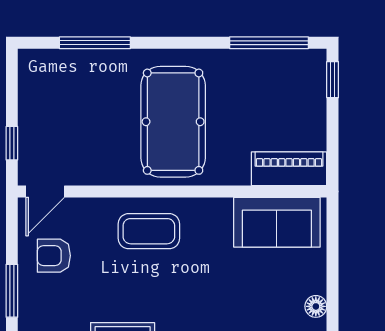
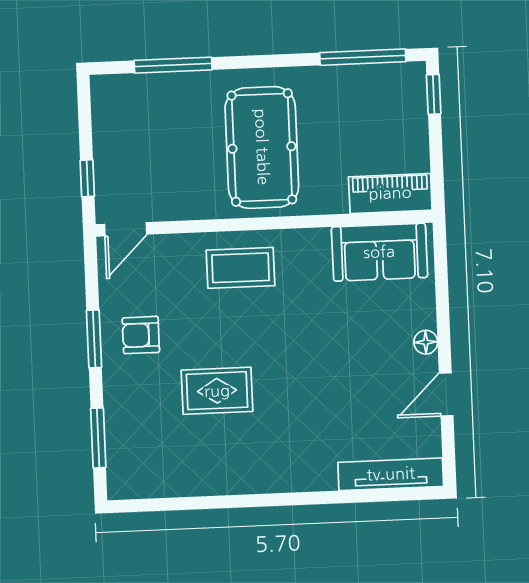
armchair: (54, 256) -> (141, 335), moved

